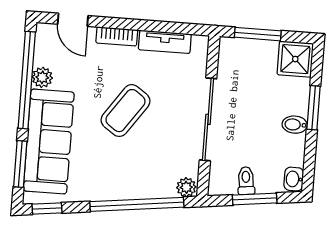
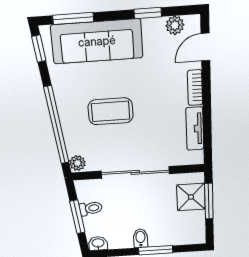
shower: (295, 59) -> (191, 197), moved
plant: (42, 77) -> (175, 25), moved
window: (27, 80) -> (148, 13), width x0.32
coffee table: (125, 111) -> (111, 111), moved, turned -35

